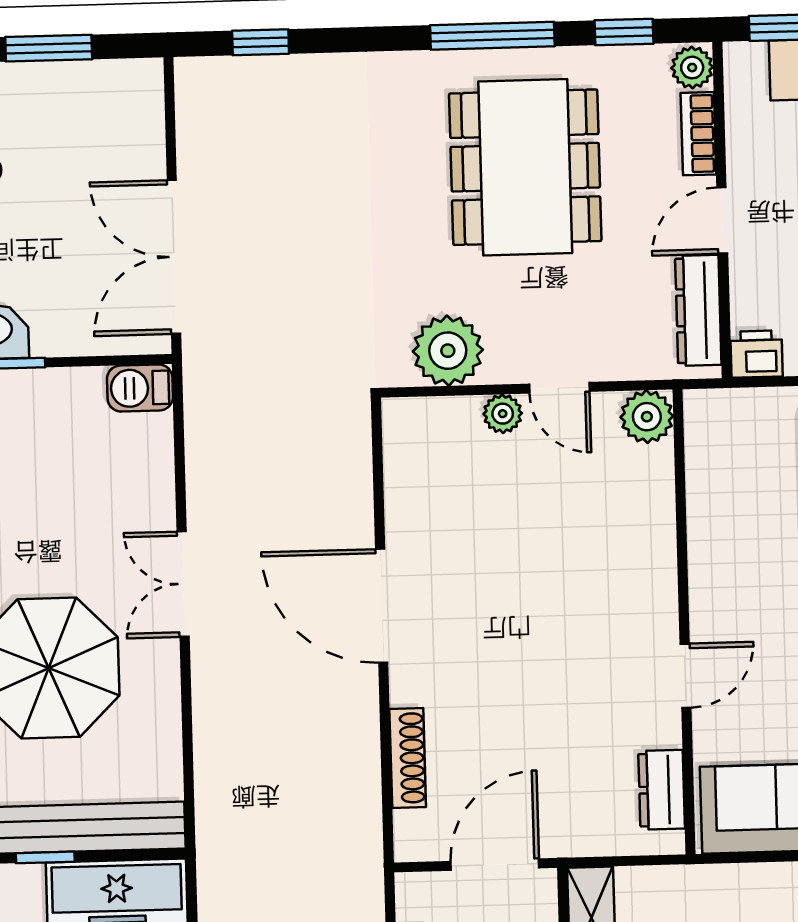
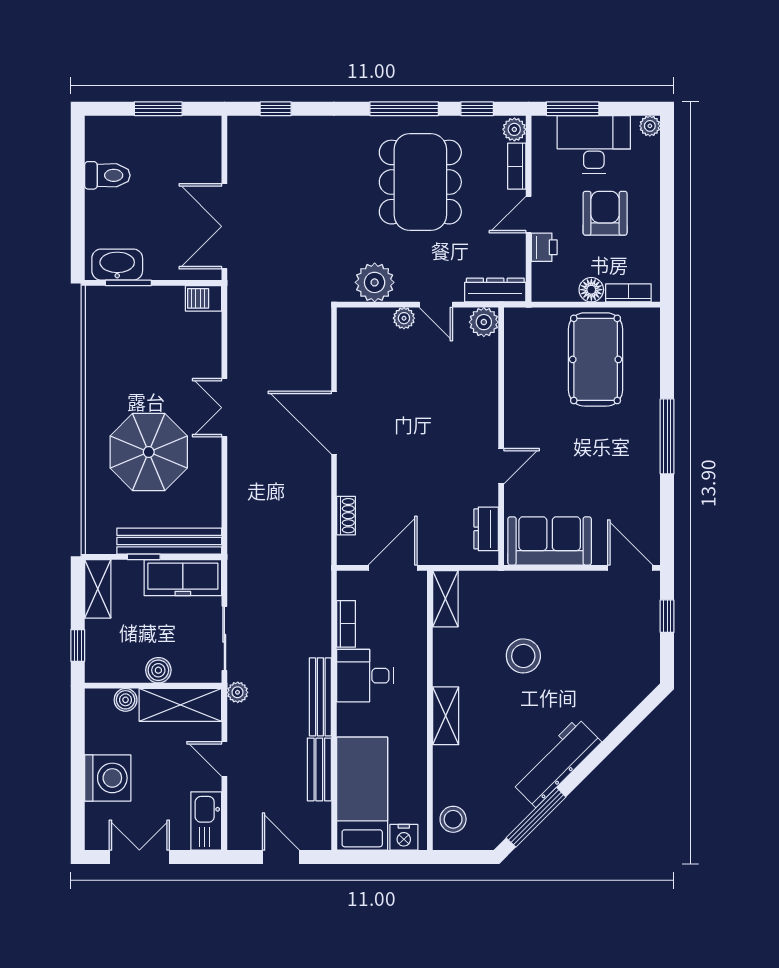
dresser: (698, 310) -> (495, 290), moved, turned 90
printer: (757, 354) -> (544, 247), moved, turned 90
shoe rack: (408, 758) -> (346, 516), width x0.70

